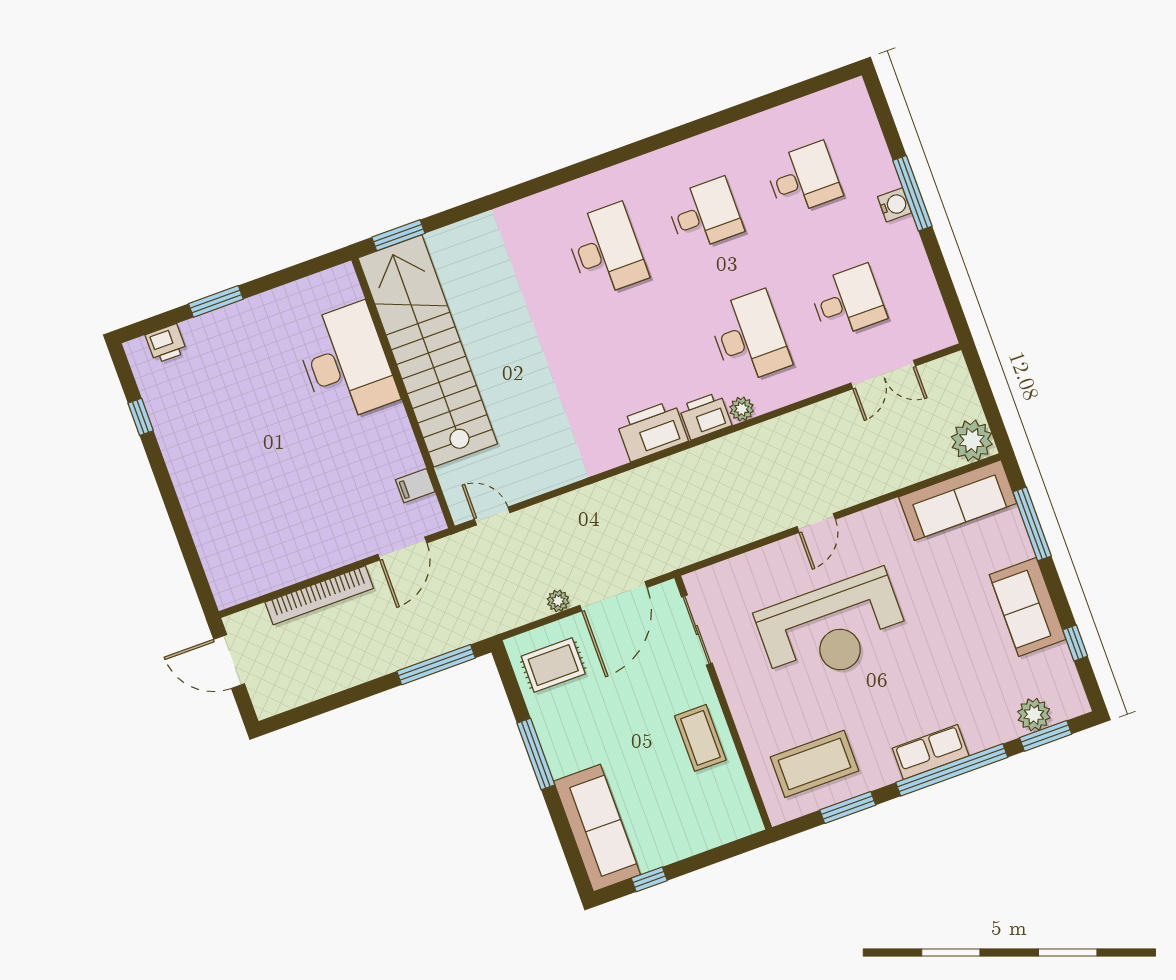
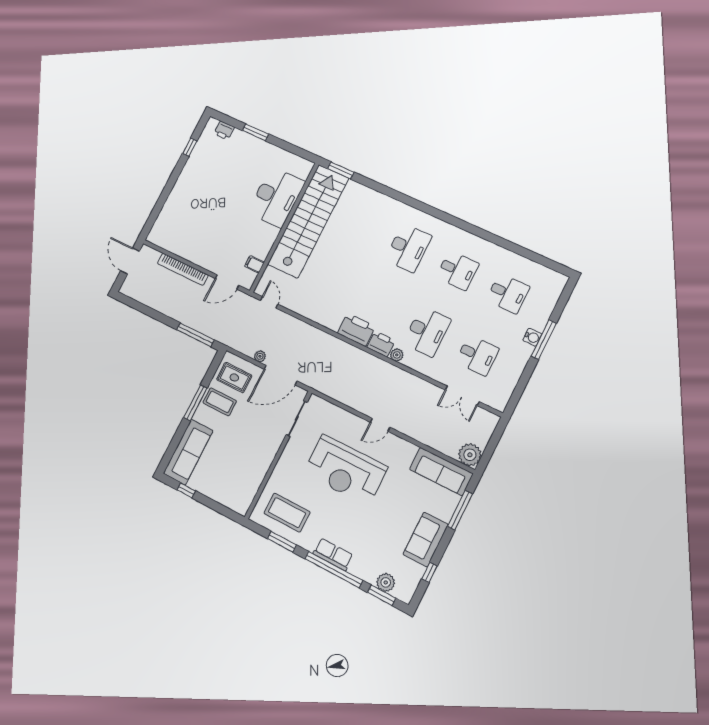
coffee table: (700, 738) -> (220, 402), moved, turned 90

